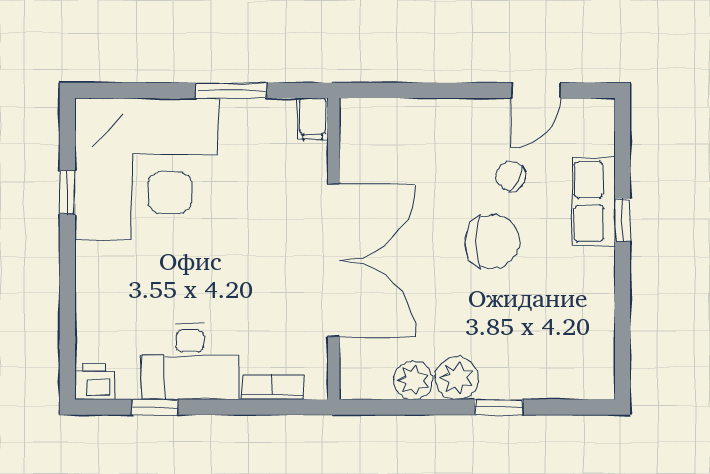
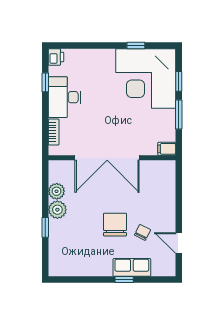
window: (152, 90) -> (179, 81), added
chair: (492, 242) -> (115, 225), turned 180

